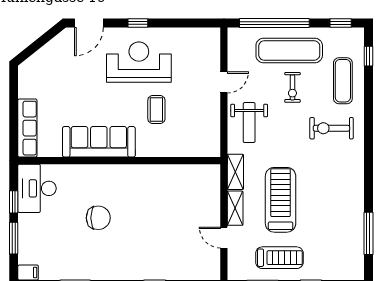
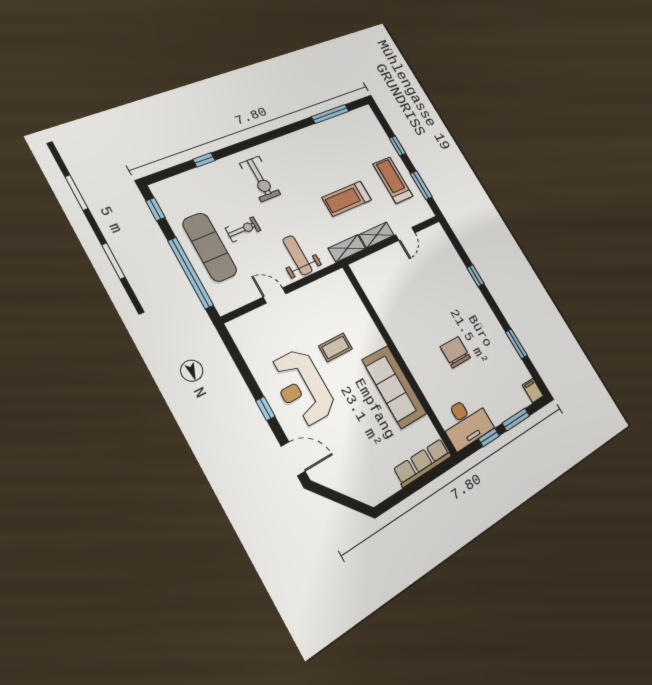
window: (368, 56) -> (204, 160), moved
exercise mat: (343, 81) -> (211, 185), removed
weight bench: (249, 123) -> (298, 255), turned -90
treadmill: (281, 200) -> (347, 199), width x0.73, depth x0.73

